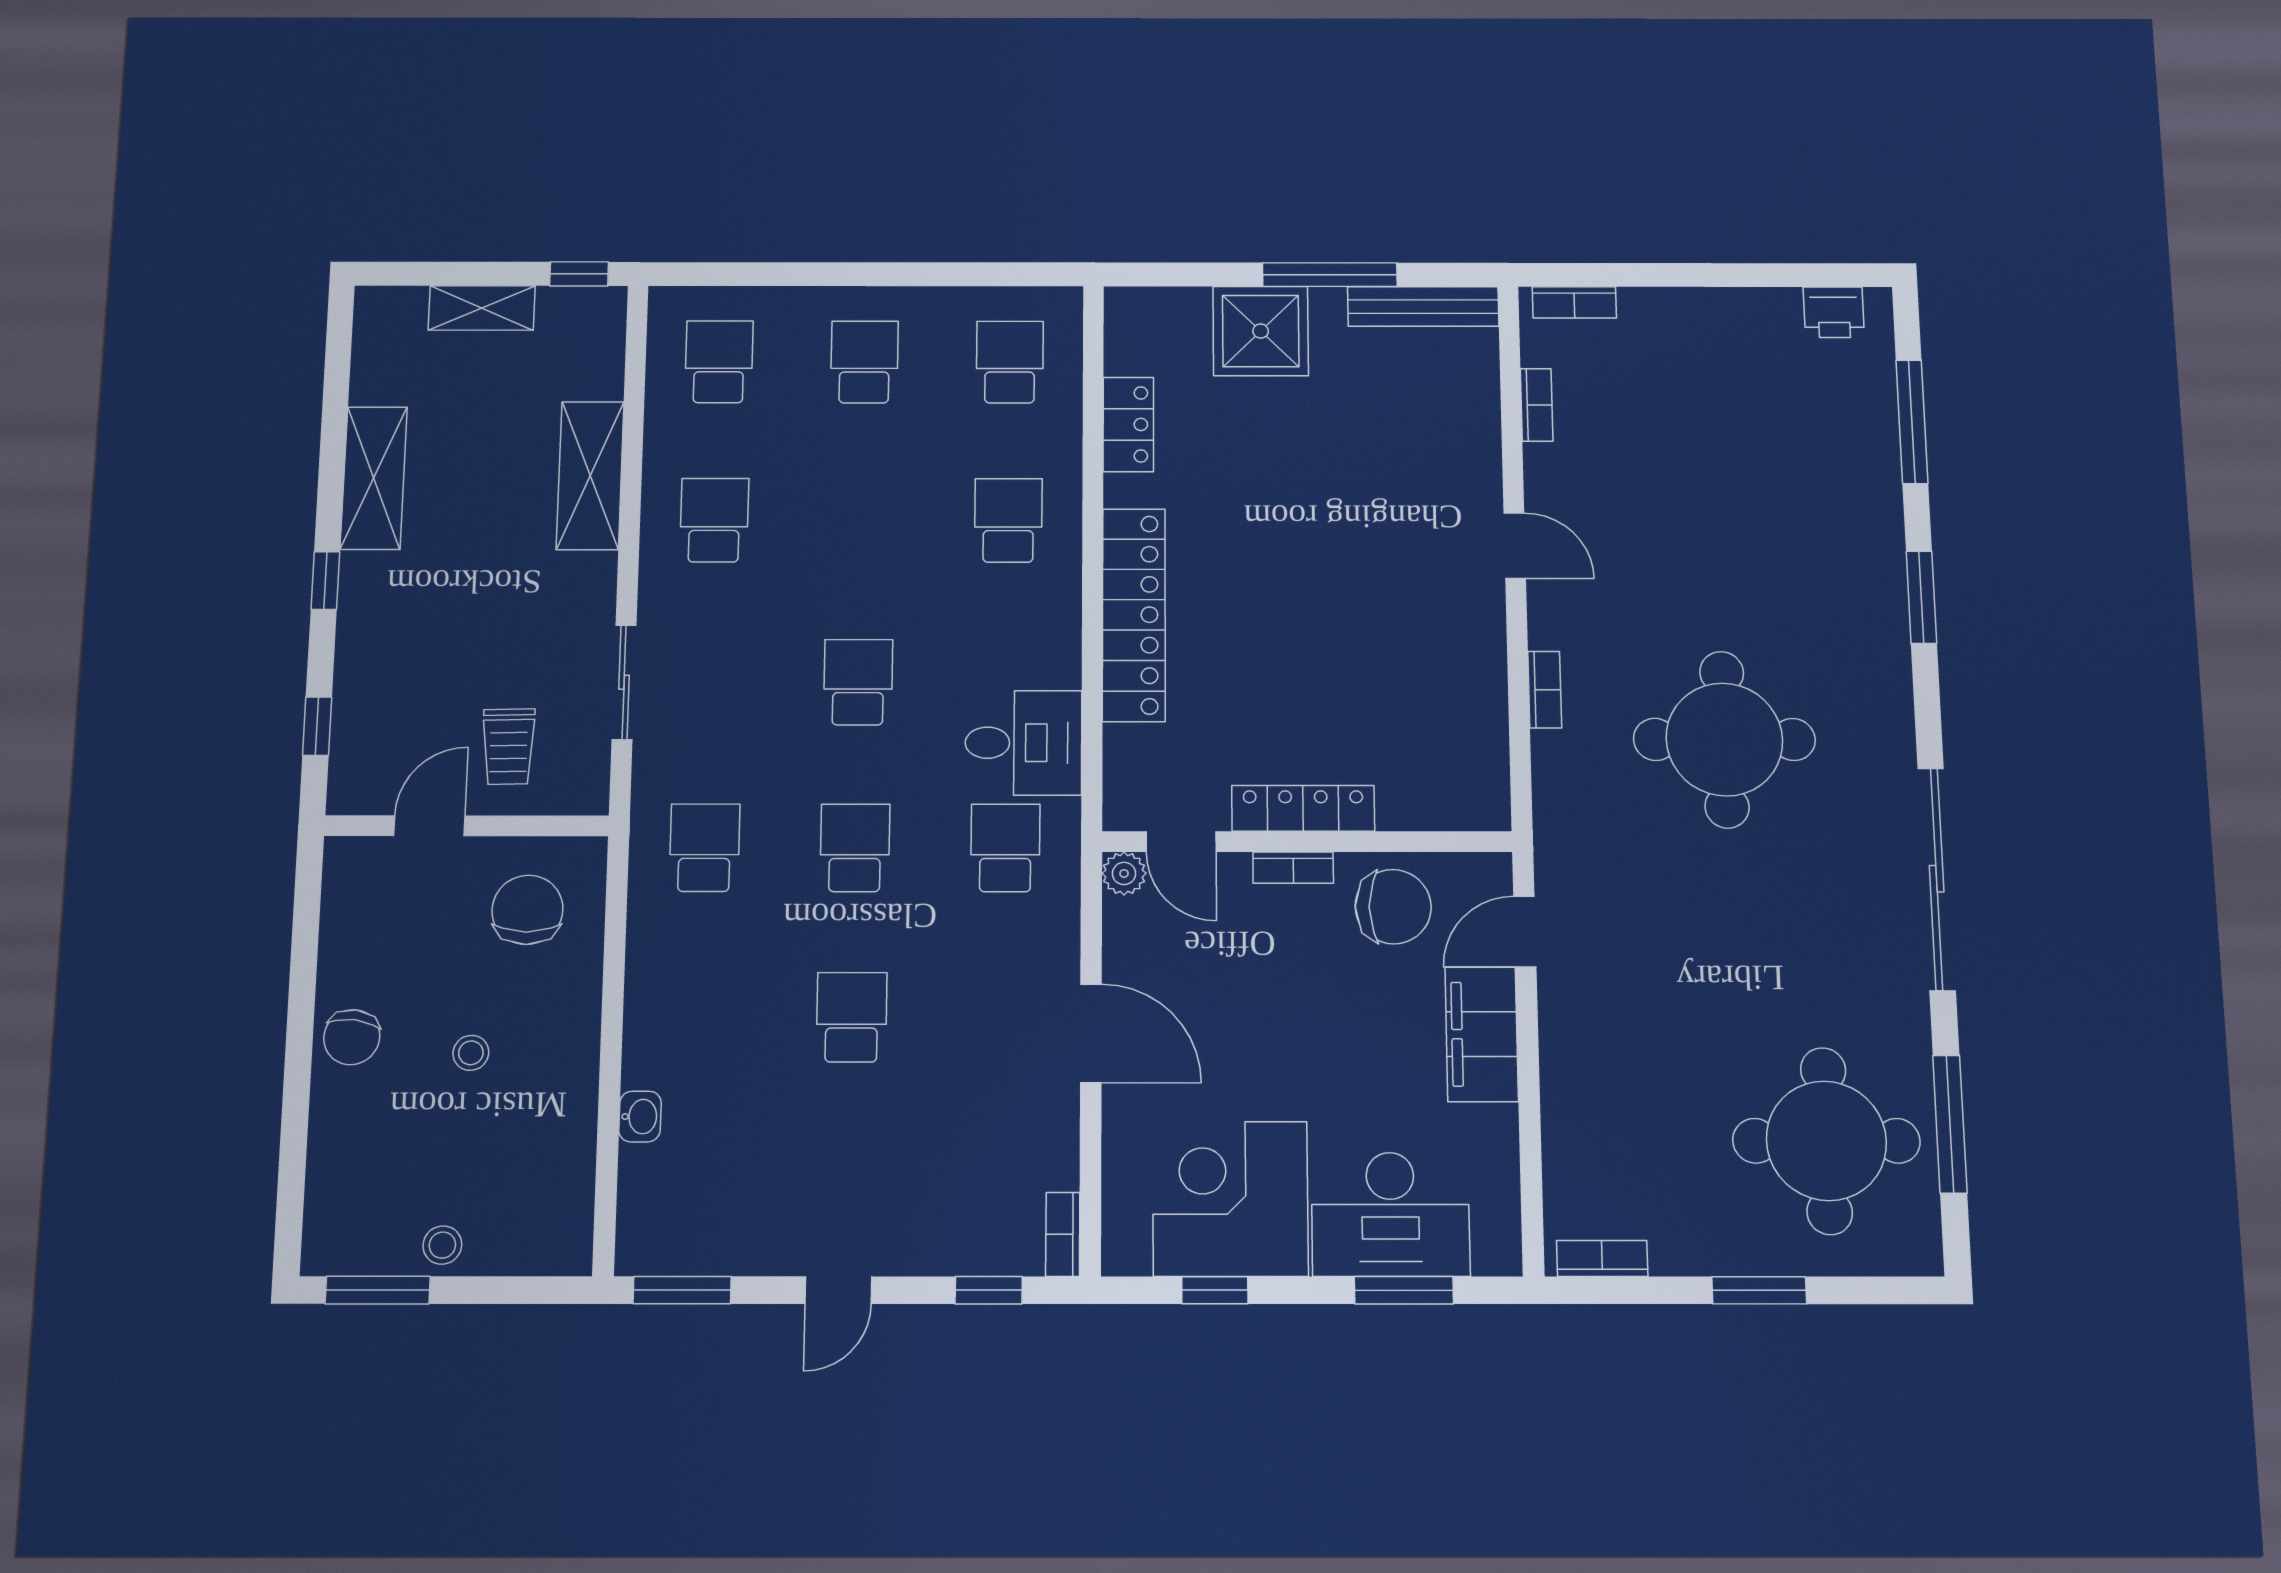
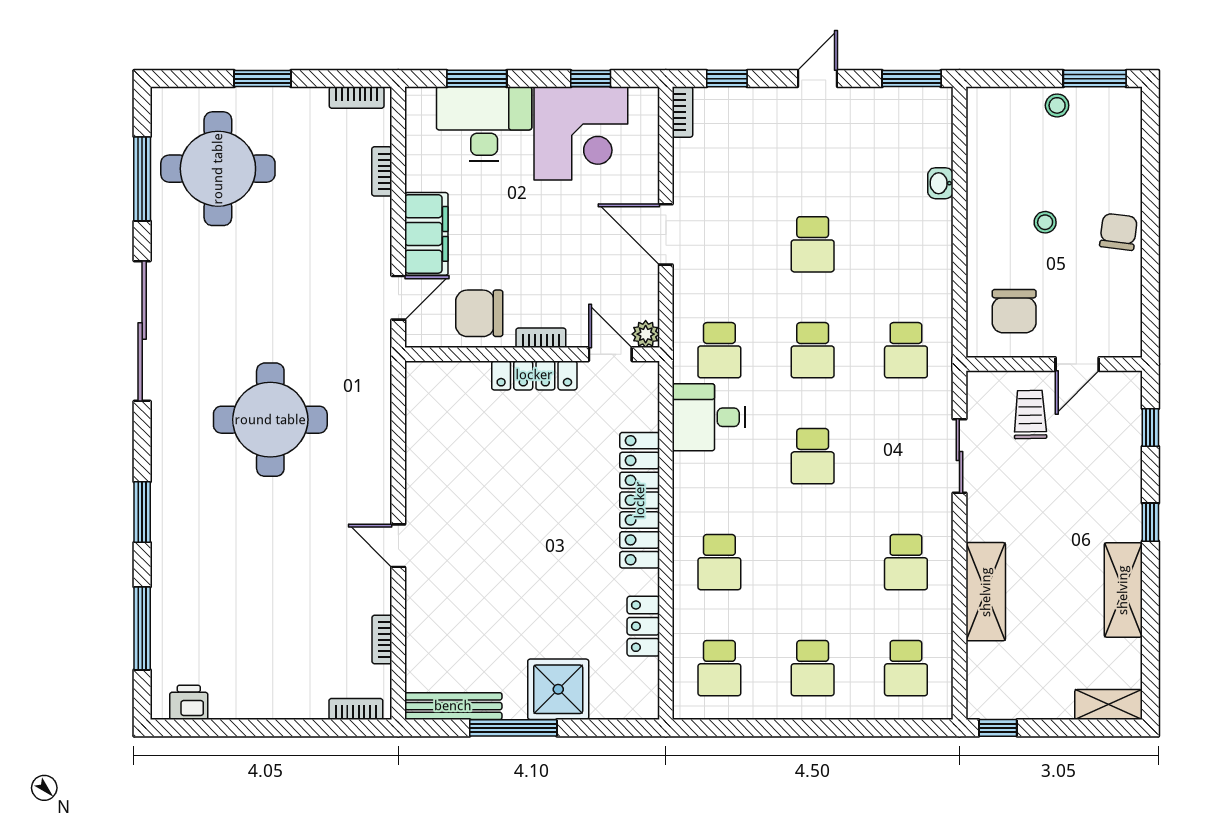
shelving: (482, 308) -> (1109, 705), moved
bookcase: (1545, 690) -> (382, 171), moved

